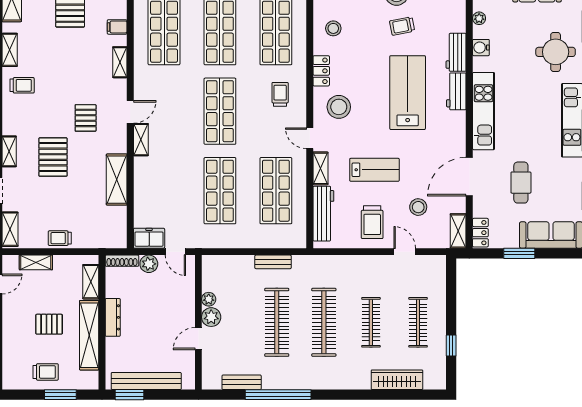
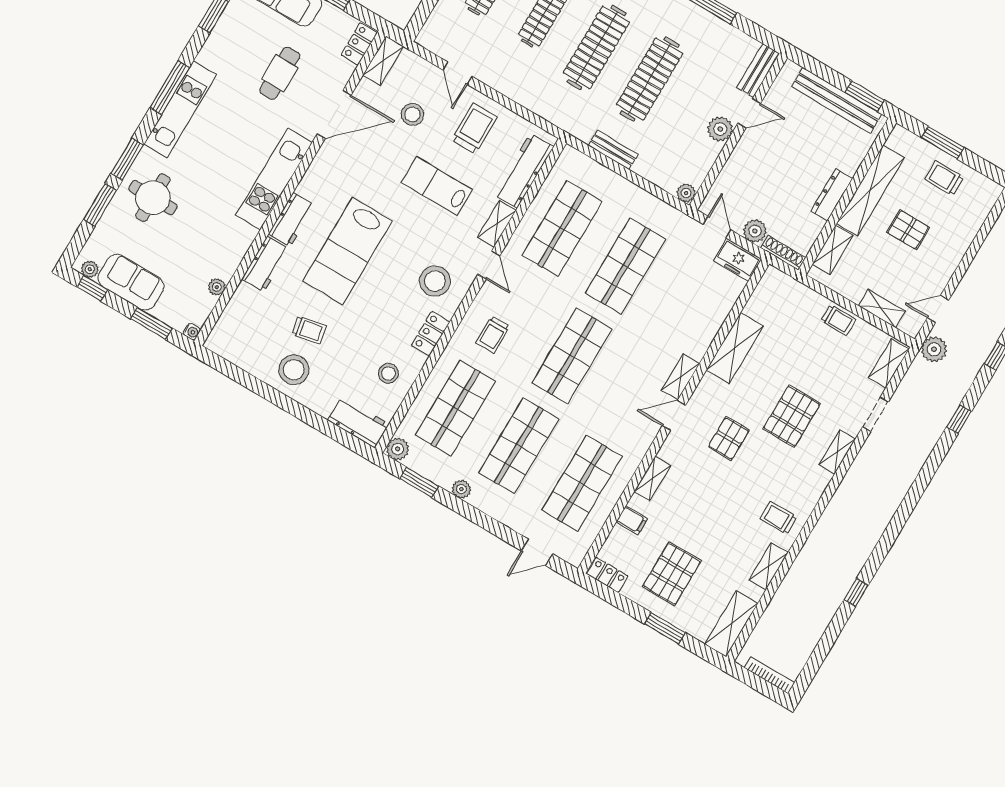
water cooler: (481, 48) -> (234, 253), removed
plant: (209, 299) -> (686, 193), moved
bench: (242, 382) -> (758, 70), moved, turned 90

